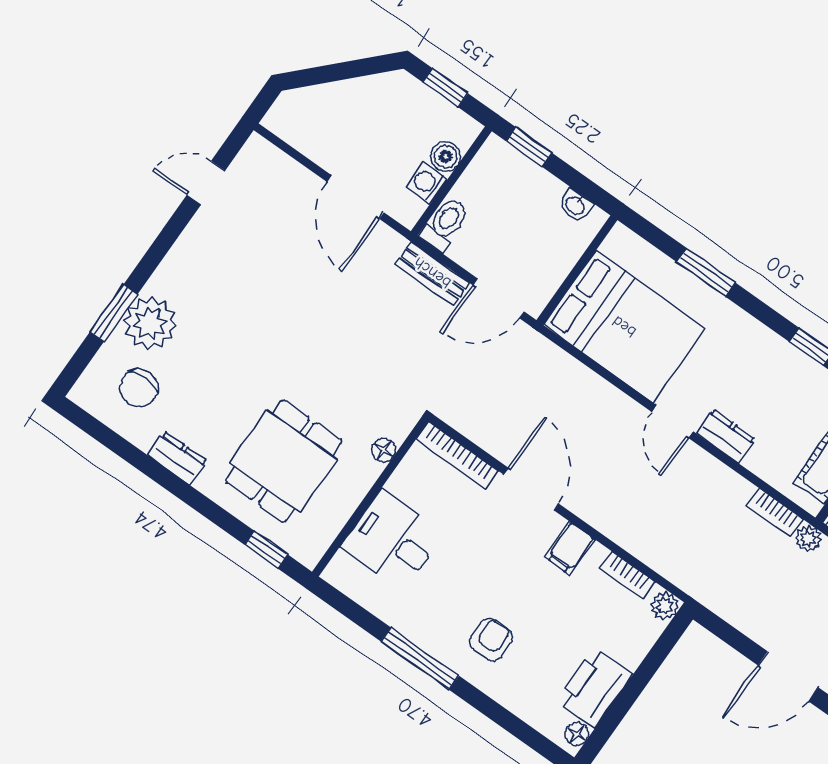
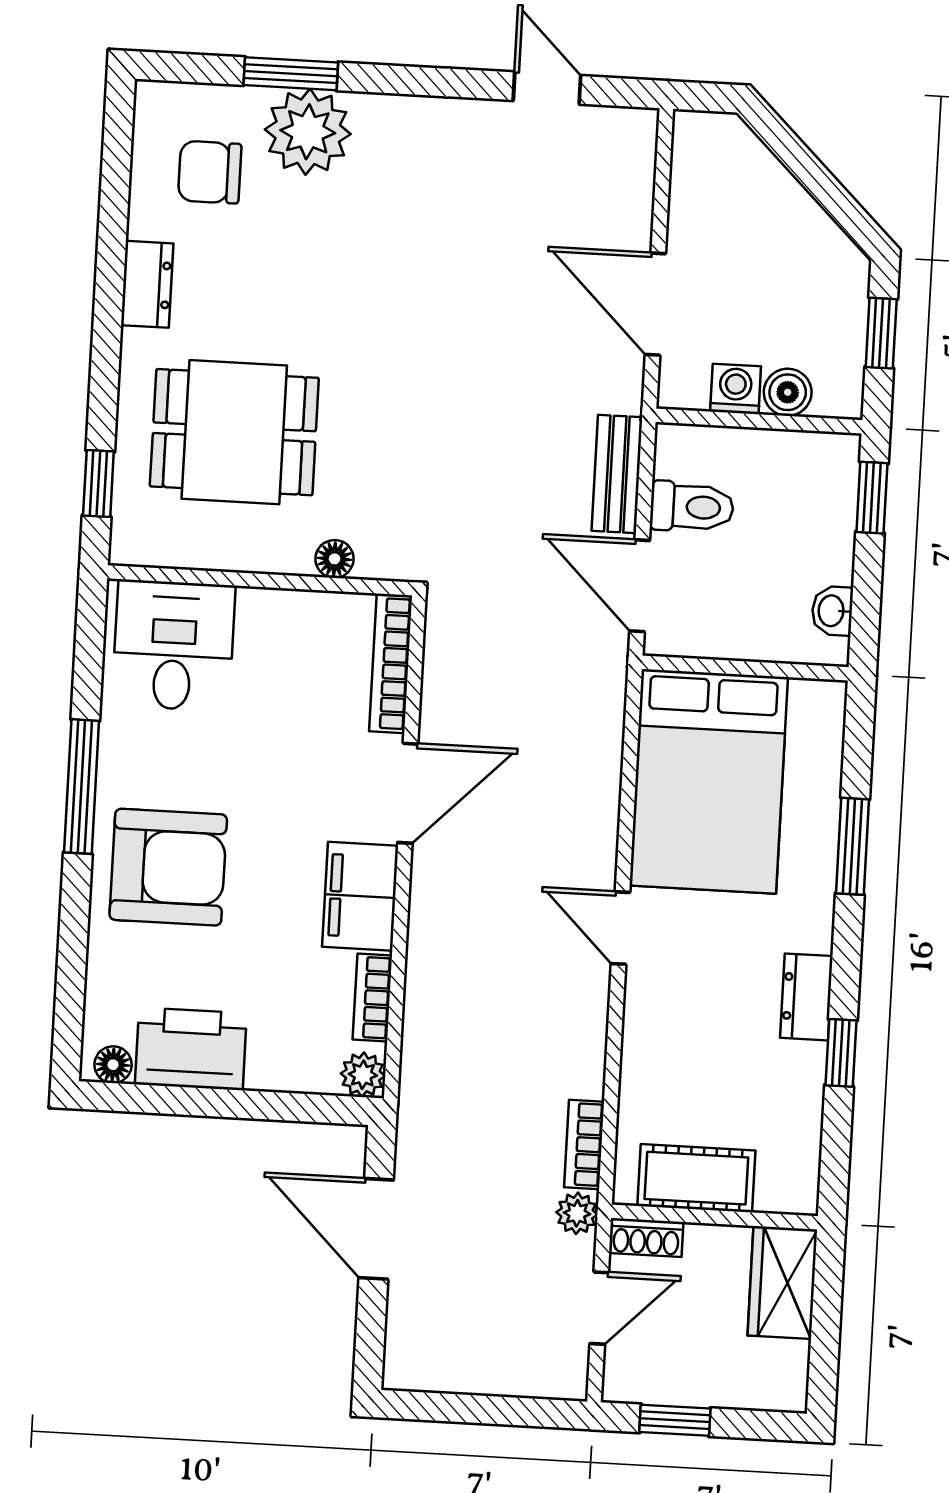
door: (355, 197) -> (655, 304), hinge flipped
toilet: (445, 224) -> (692, 507), moved
door: (673, 422) -> (620, 928), hinge flipped
dresser: (726, 436) -> (806, 997), moved, turned 180
desk: (392, 541) -> (174, 645), moved
filing cabinet: (570, 548) -> (360, 896), width x2.00
armchair: (491, 640) -> (168, 867), width x1.88, depth x1.88
door: (788, 676) -> (376, 1229), moved

